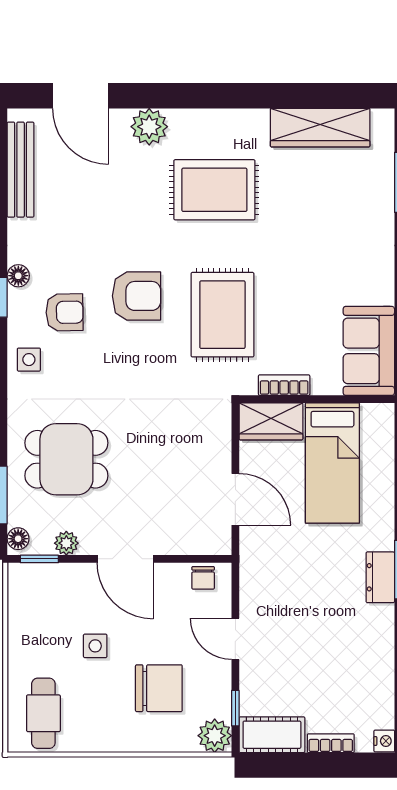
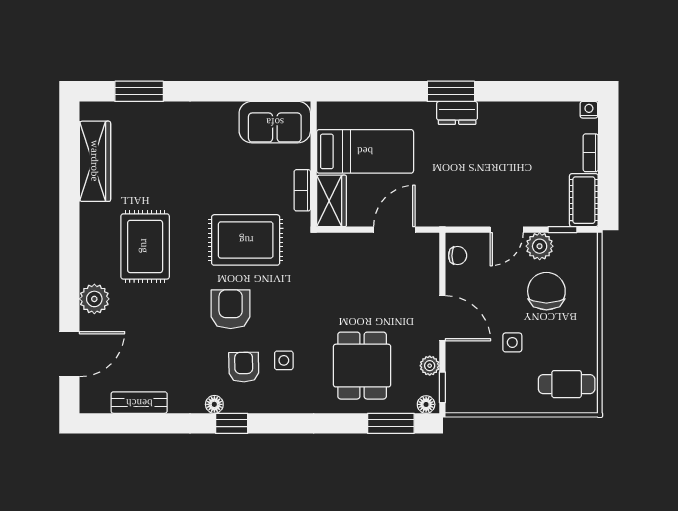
bench: (21, 170) -> (139, 403), width x0.73
side table: (29, 360) -> (284, 360), moved
door: (125, 559) -> (442, 318), hinge flipped
plant: (215, 736) -> (540, 246), moved

